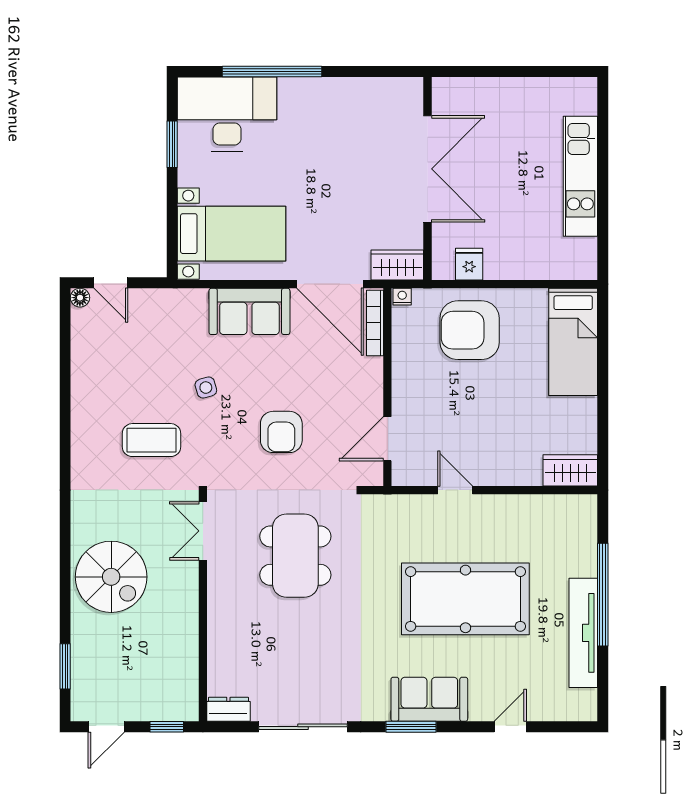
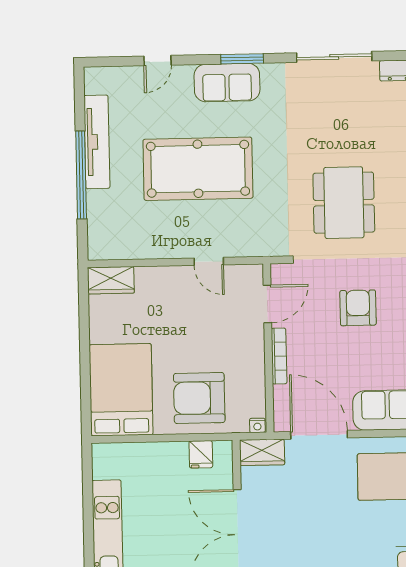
bookcase: (375, 323) -> (279, 356), moved
armchair: (470, 330) -> (199, 398), turned 180
bed: (573, 342) -> (121, 390), width x1.50

